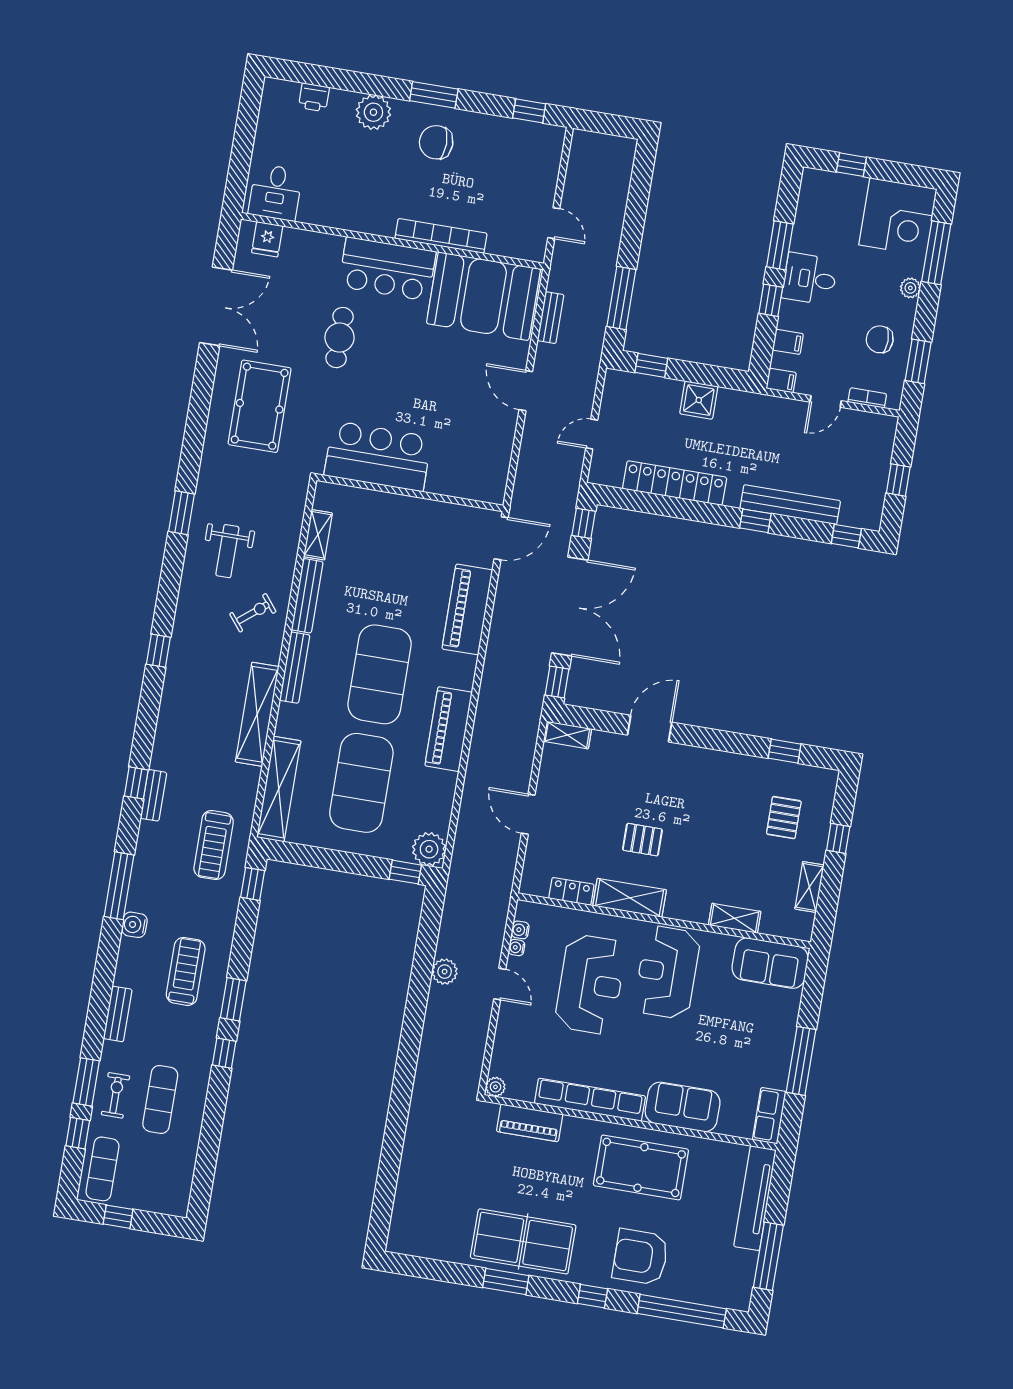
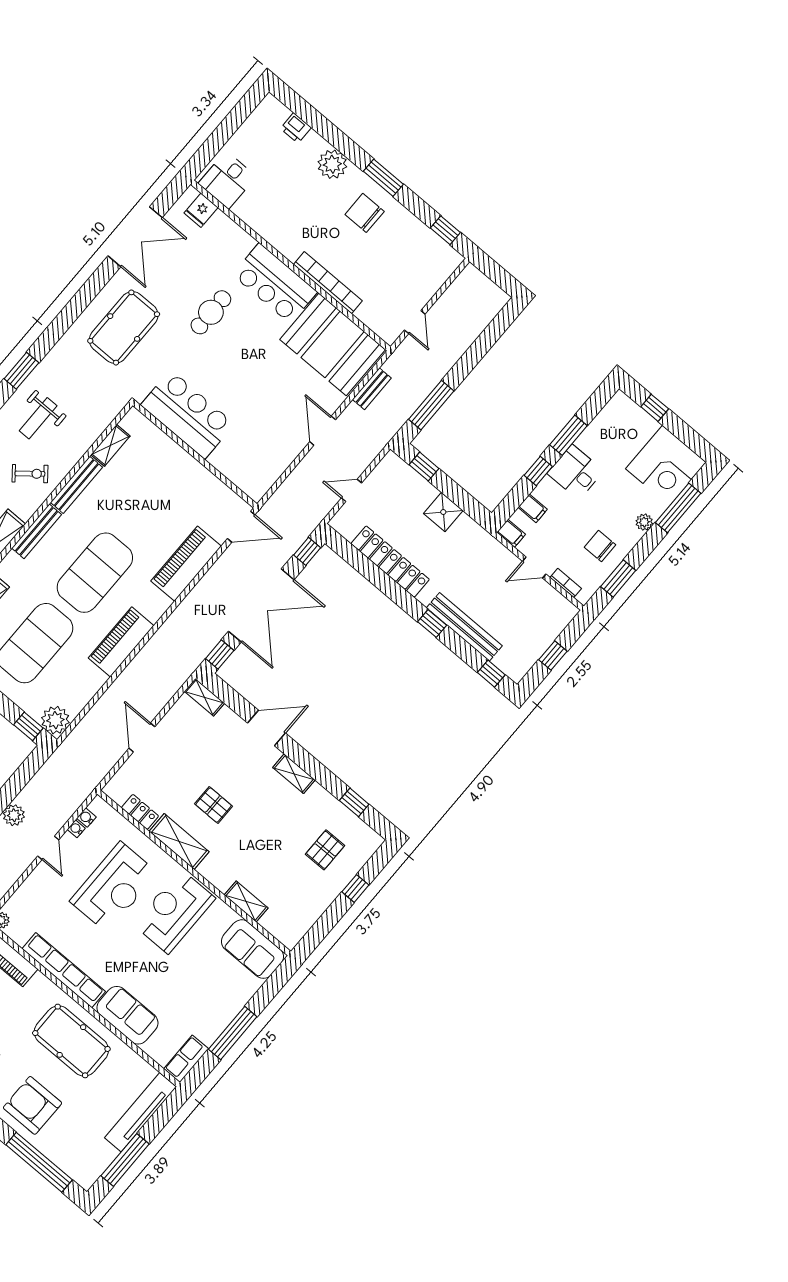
shelving: (809, 887) -> (294, 774), moved, turned 90

